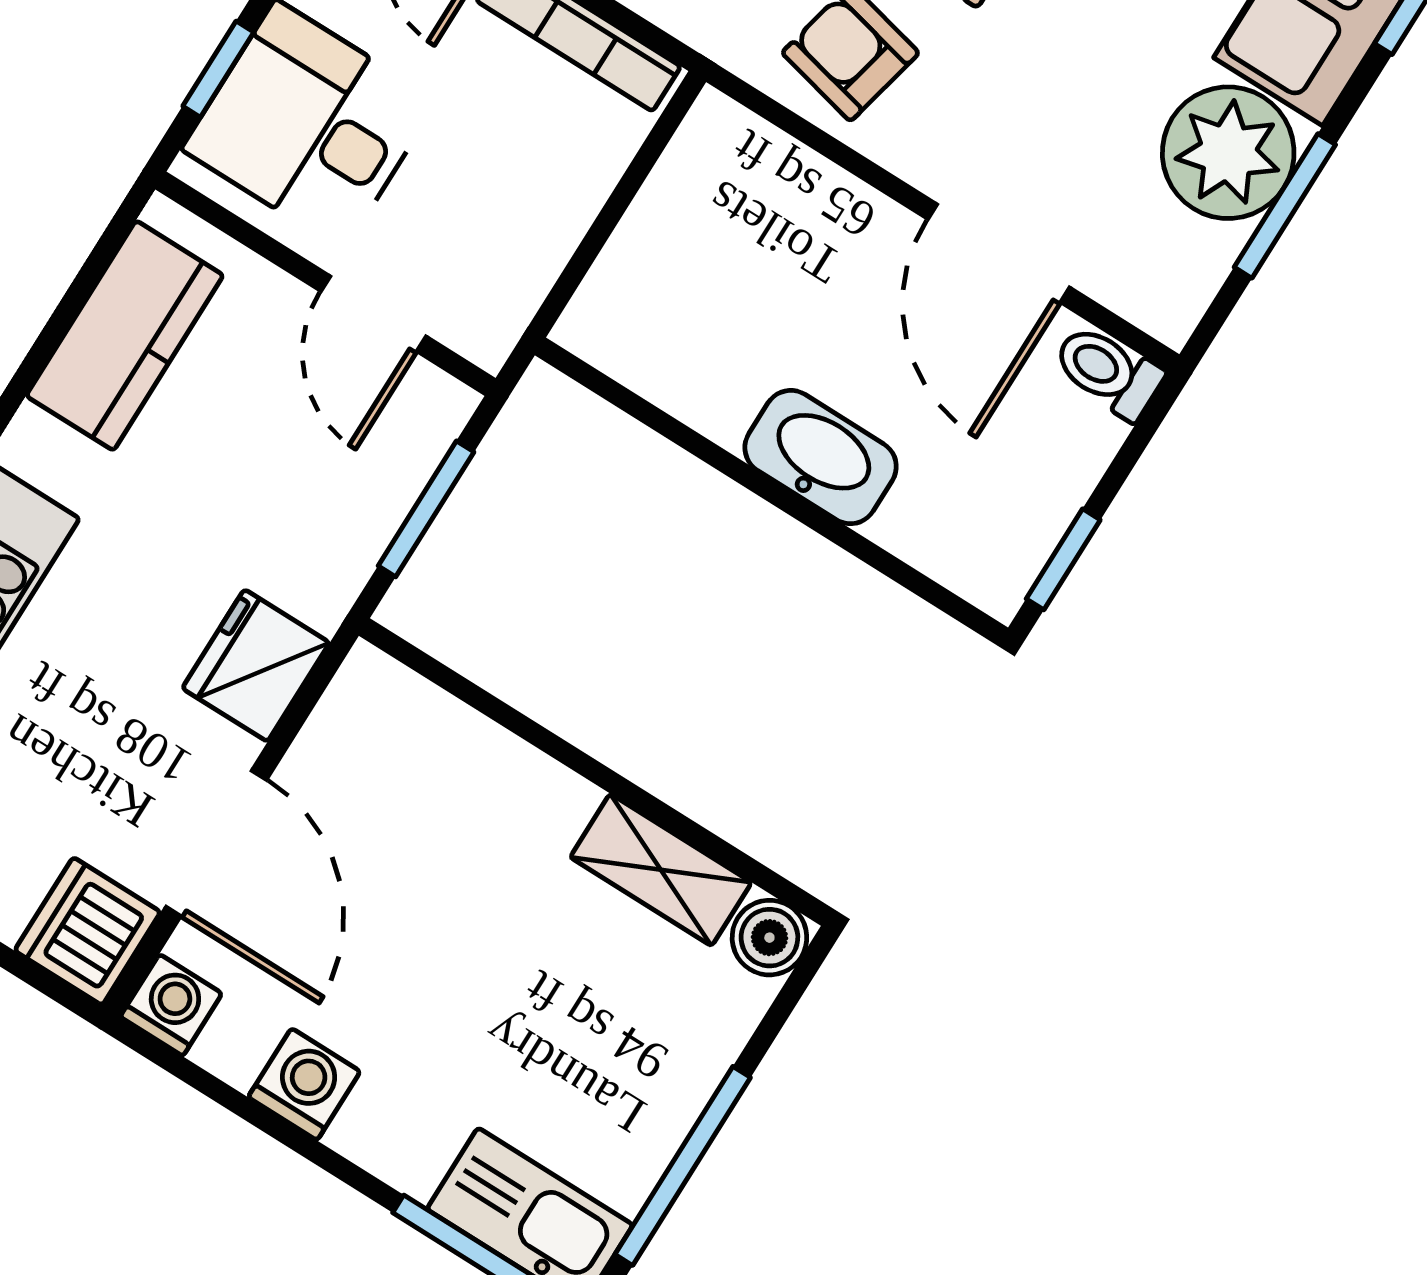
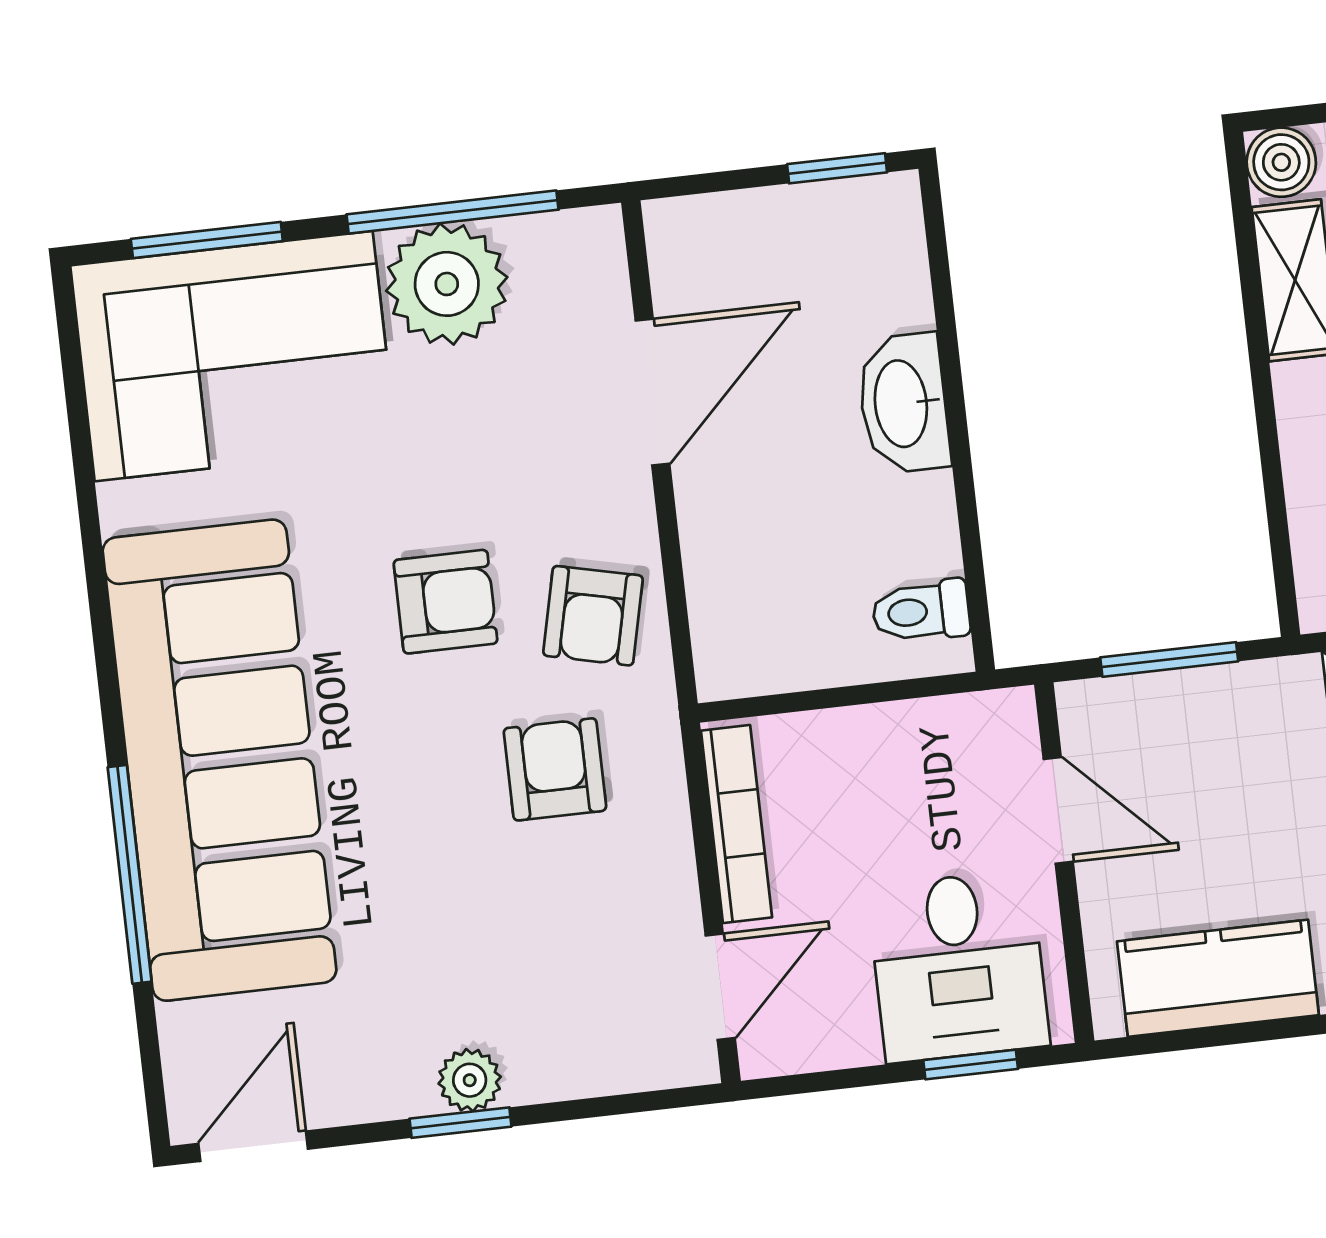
window: (1285, 206) -> (453, 212), width x1.44
door: (374, 314) -> (1058, 810), hinge flipped
toilet: (1108, 371) -> (921, 611), moved, turned 90

